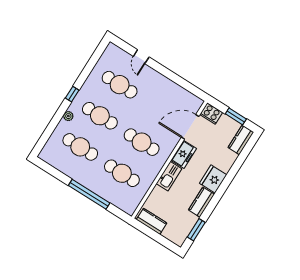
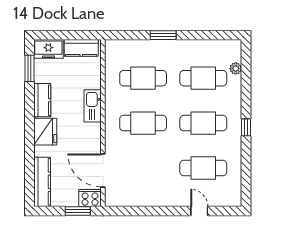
plant: (68, 116) -> (236, 68), moved
window: (236, 116) -> (78, 211), moved
door: (190, 127) -> (103, 170), swing flipped
kitchen counter: (241, 140) -> (42, 182), width x1.50
freezer: (184, 154) -> (48, 49), moved, turned -90
window: (89, 194) -> (163, 35), width x0.47

